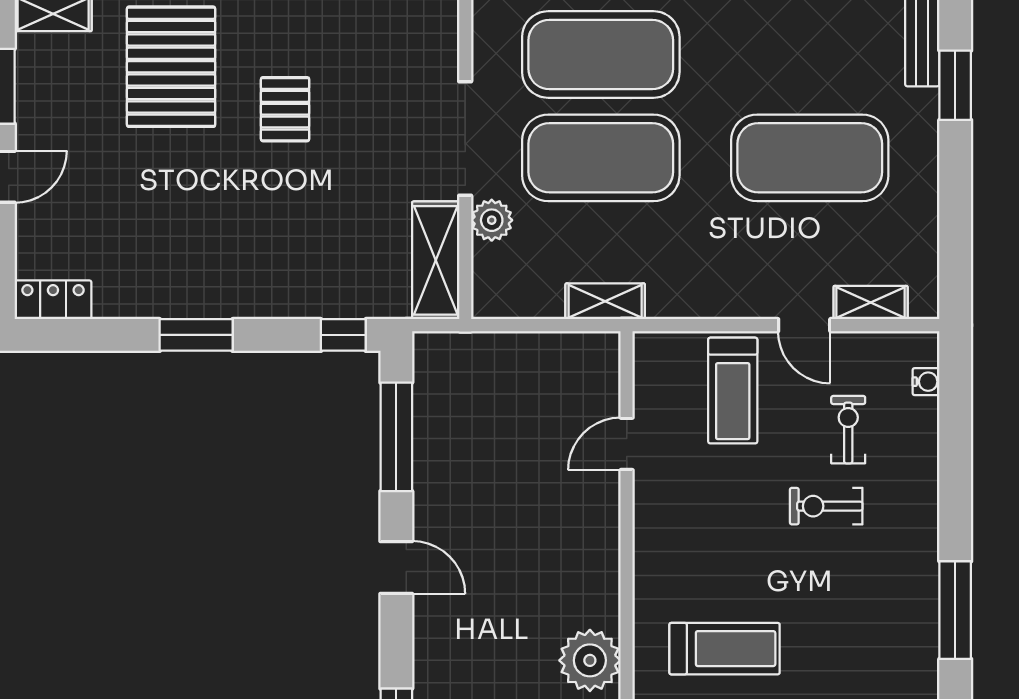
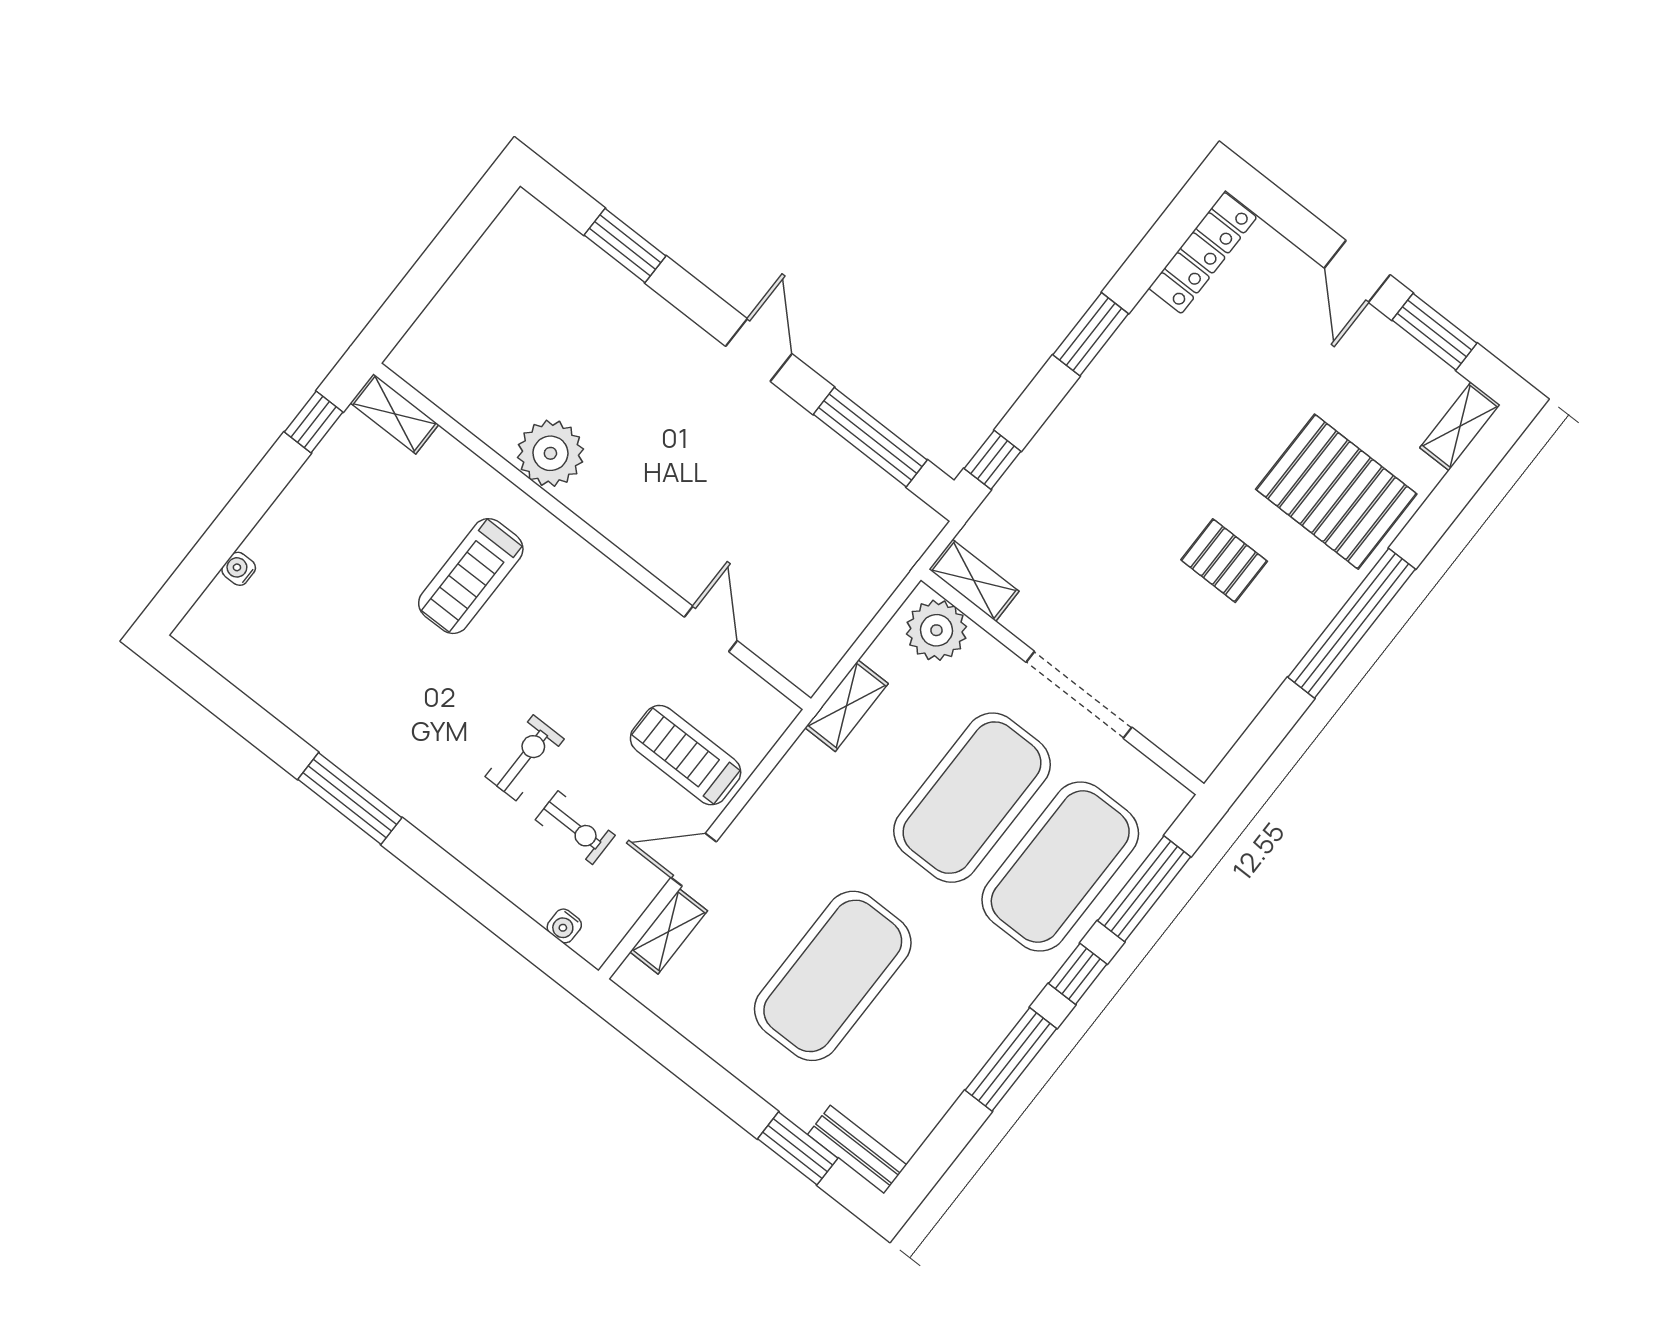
plant: (492, 220) -> (936, 630), moved, width x1.36, depth x1.36
shelving: (436, 260) -> (974, 580), width x0.67, depth x0.75
locker: (53, 300) -> (1203, 253), width x1.53
door: (396, 568) -> (759, 350), swing flipped

